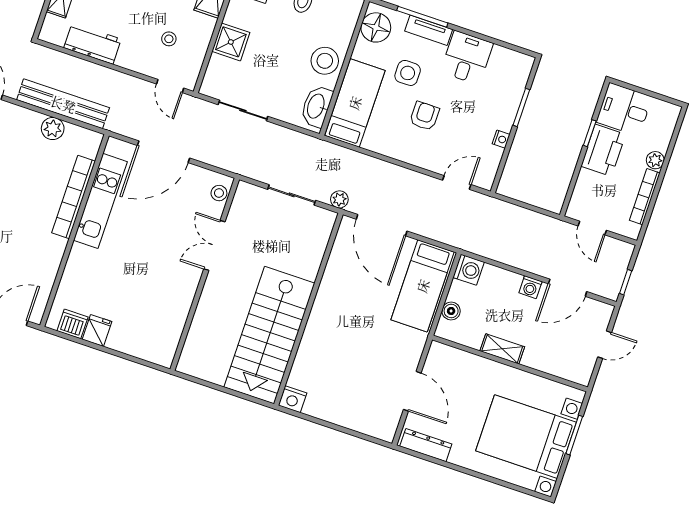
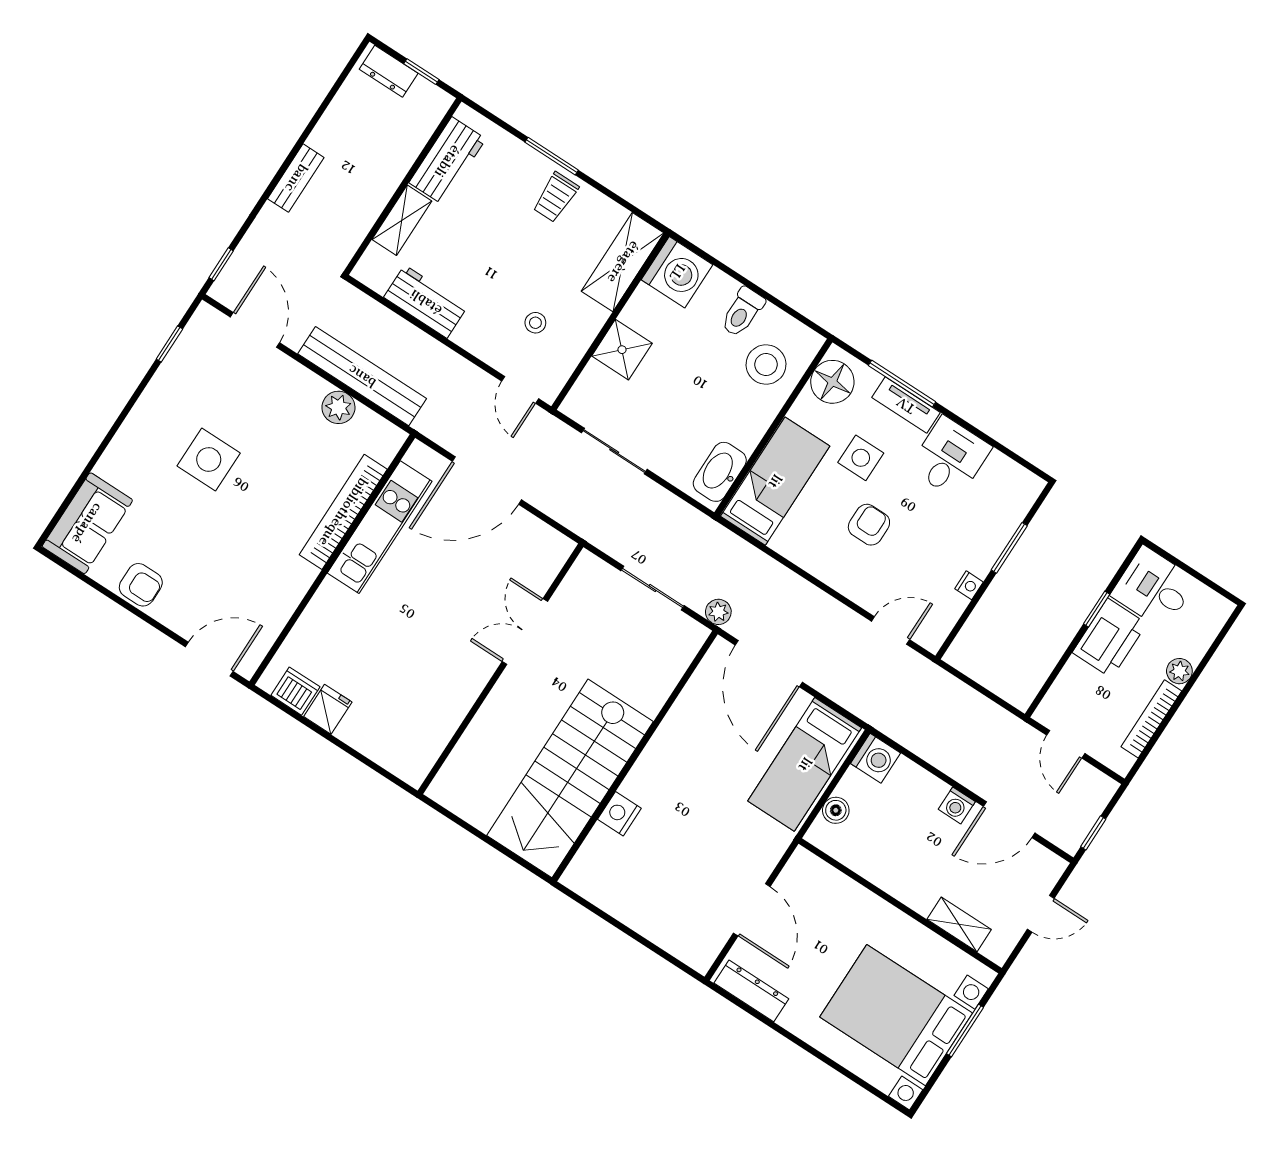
stool: (325, 61) -> (766, 365), moved
stool: (219, 193) -> (550, 559), removed
shelving: (502, 349) -> (959, 924), moved
nightstand: (293, 399) -> (619, 814), moved, turned 90

